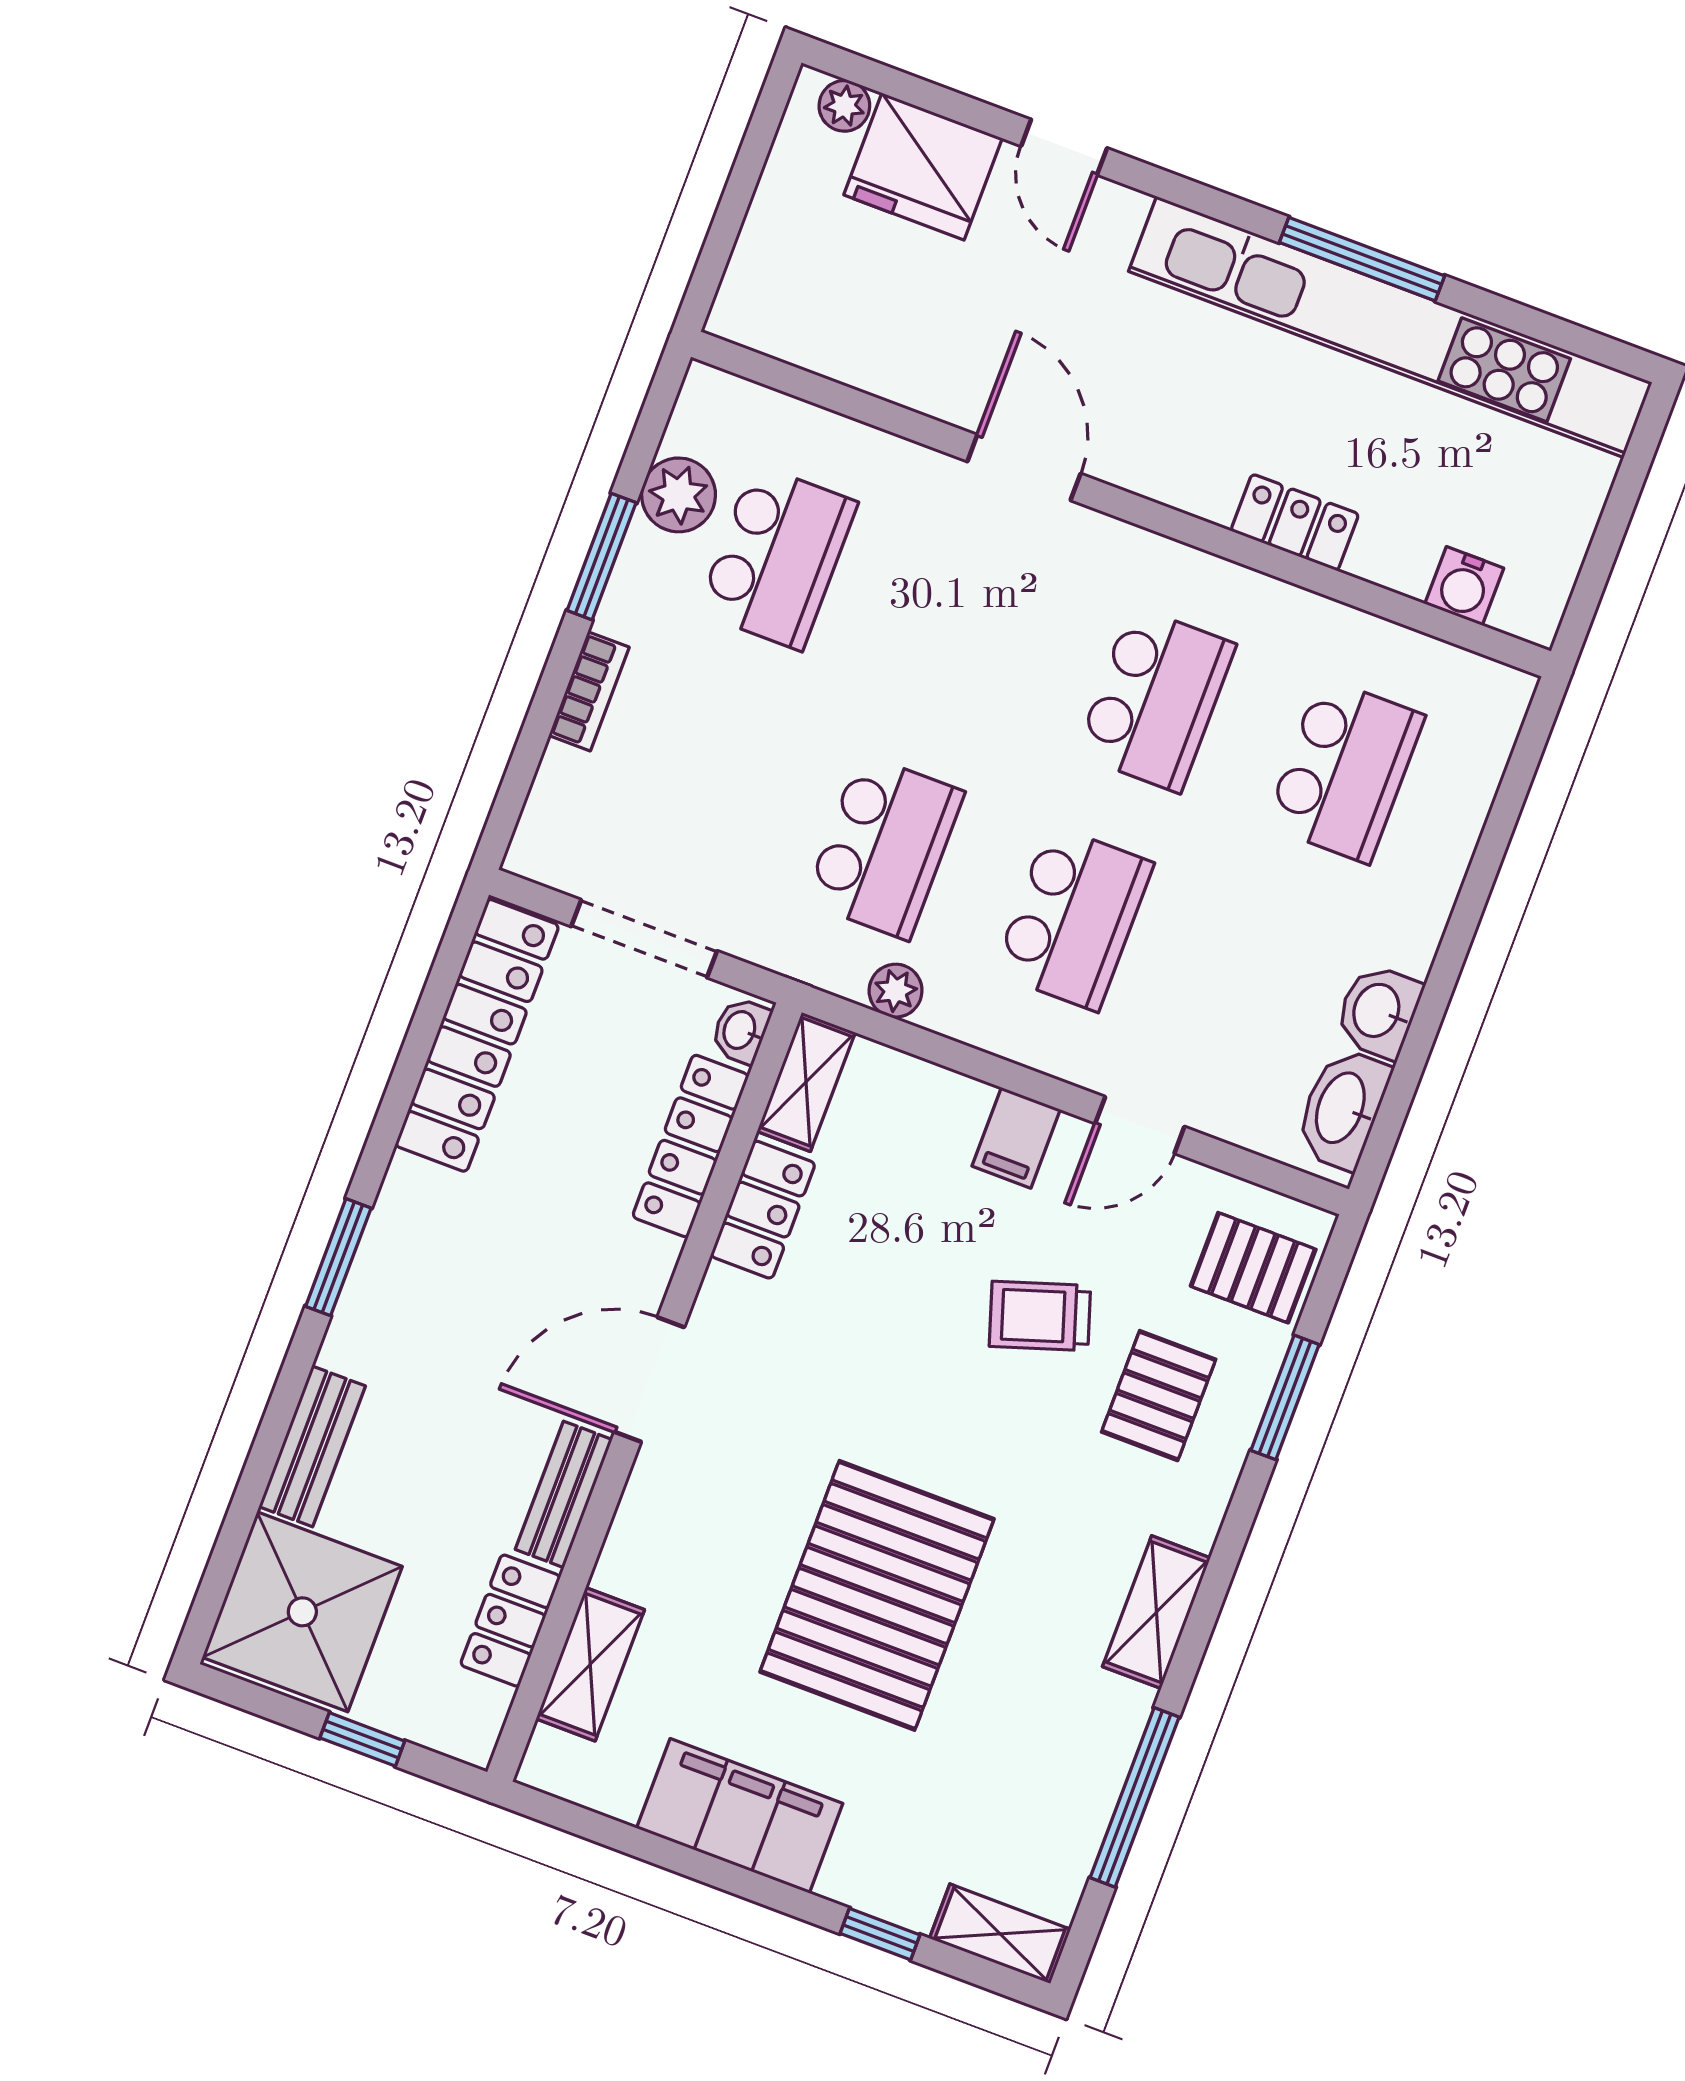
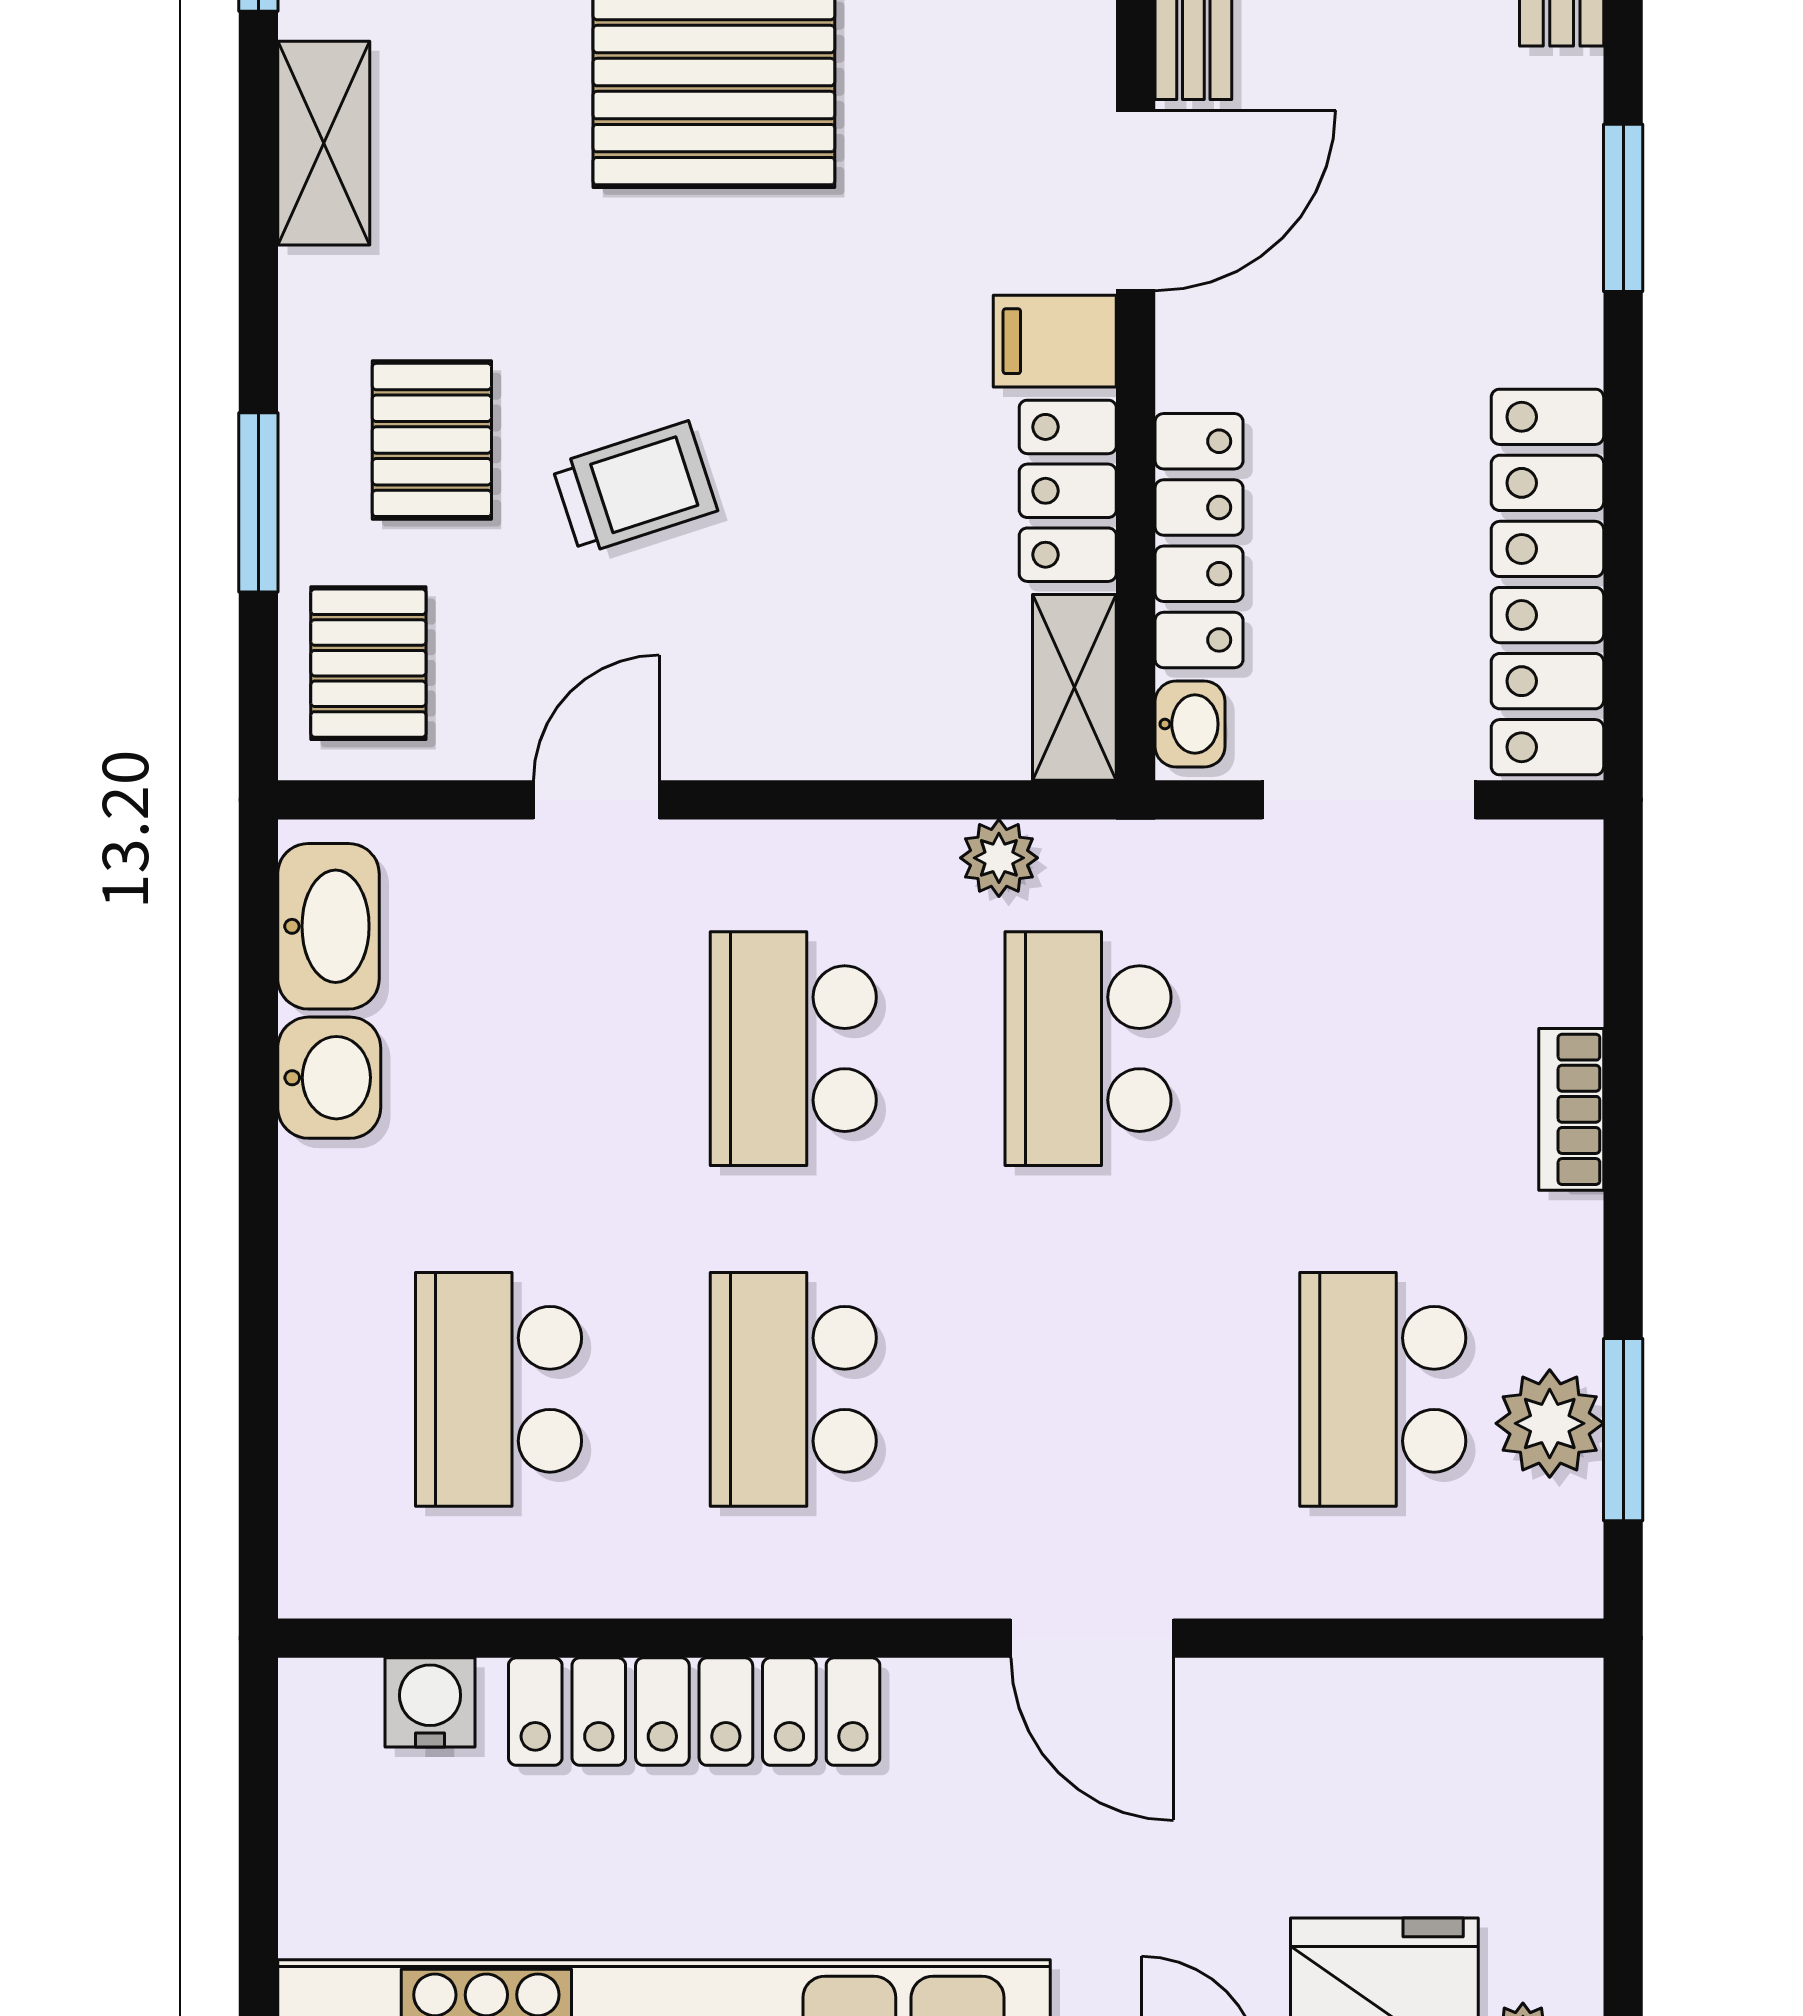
locker: (1295, 522) -> (694, 1712), width x2.16, depth x1.21
window: (602, 557) -> (1623, 1430), moved
filing cabinet: (1016, 1138) -> (1055, 341), moved, turned -90
pallet: (1253, 1268) -> (368, 663), turned 90

